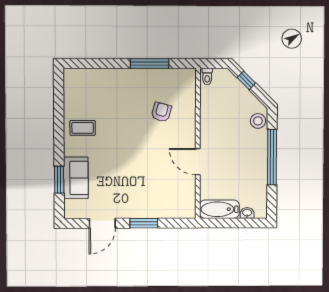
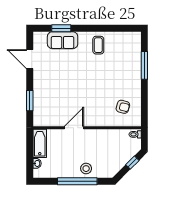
window: (150, 63) -> (144, 65), moved
armchair: (161, 112) -> (123, 107), moved
stool: (258, 121) -> (86, 169), moved
window: (144, 223) -> (30, 101), moved

